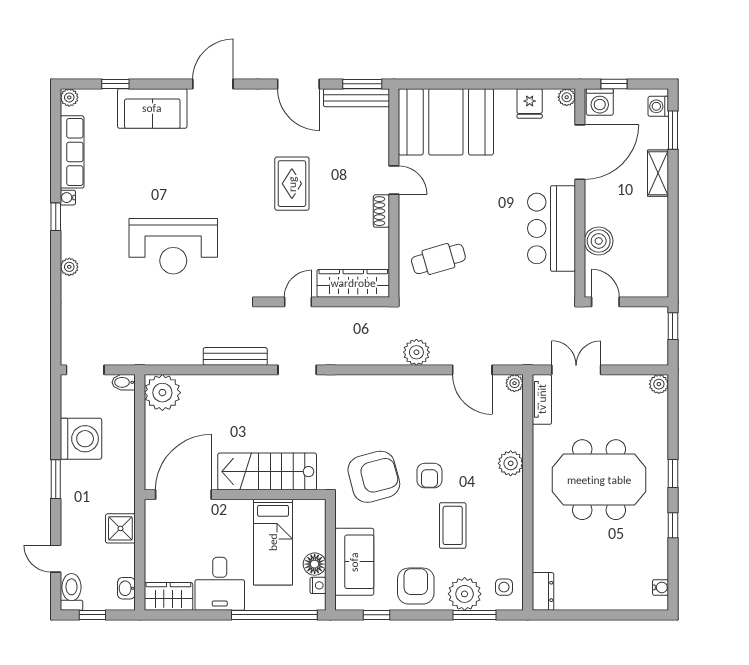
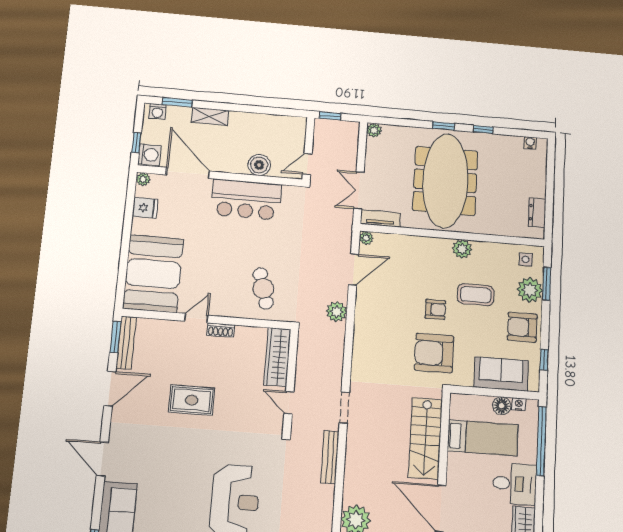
plant: (511, 463) -> (462, 249), moved
armchair: (374, 477) -> (434, 353), turned -75
meeting table: (599, 480) -> (445, 181), width x1.36
dresser: (543, 591) -> (537, 213), moved, turned -90

